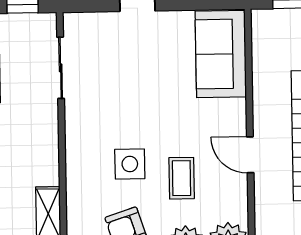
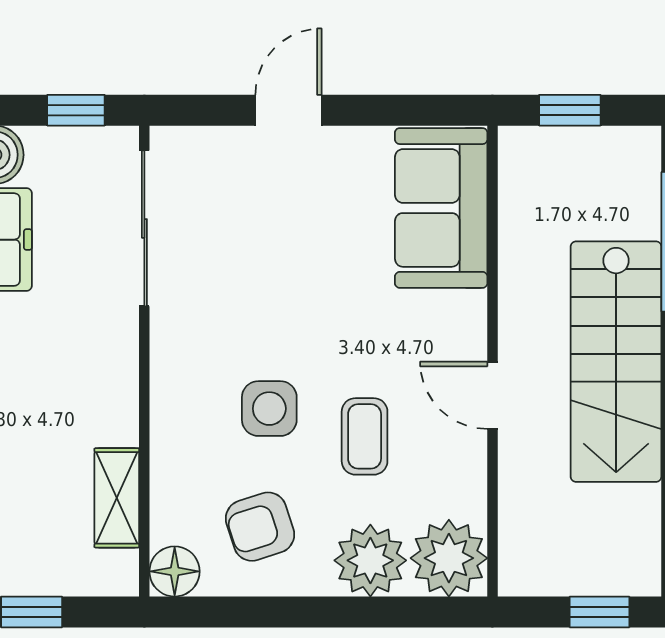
sliding door: (61, 68) -> (144, 228), width x1.37

